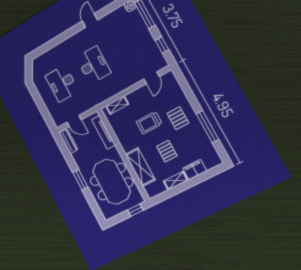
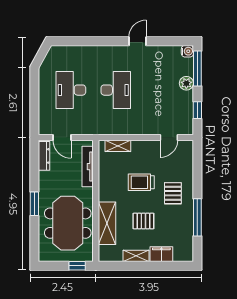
plant: (143, 30) -> (186, 83), added
pallet: (167, 151) -> (143, 221), turned 90

